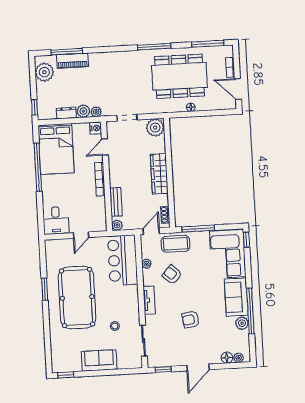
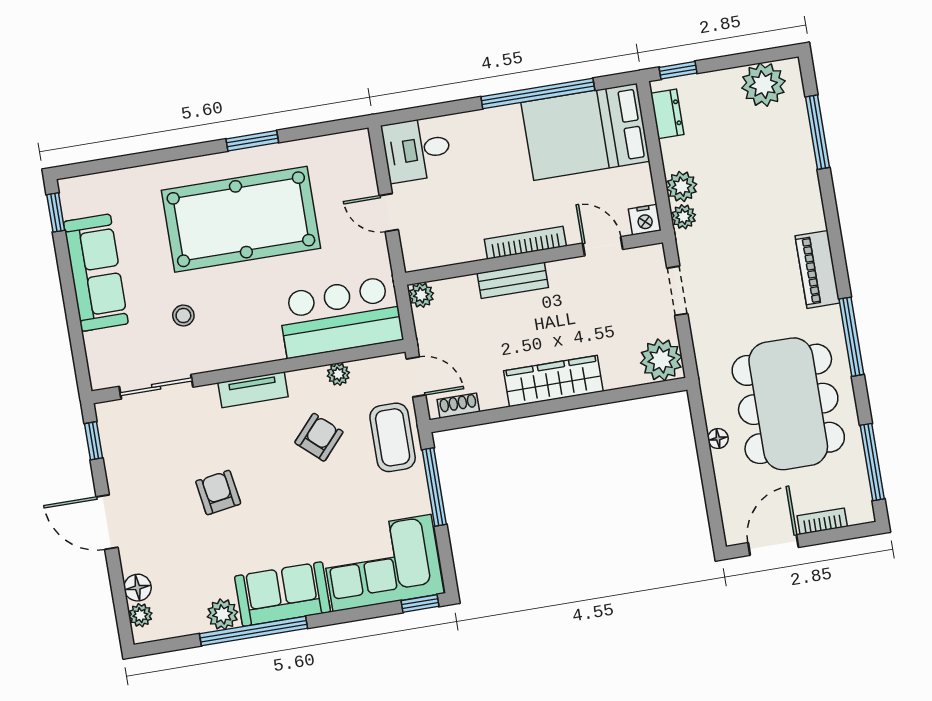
piano: (72, 61) -> (817, 269), moved
dresser: (66, 113) -> (667, 114), moved
bench: (116, 202) -> (513, 280), moved
sofa: (99, 360) -> (96, 273), width x1.36

